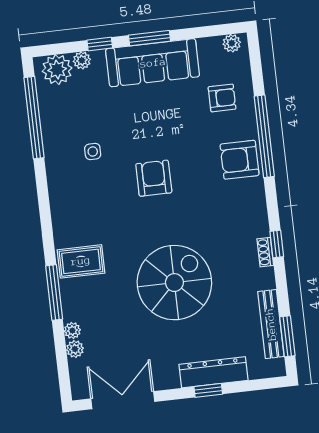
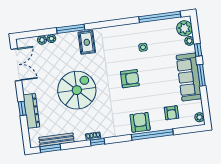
spiral stairs: (174, 283) -> (77, 90), turned -90

